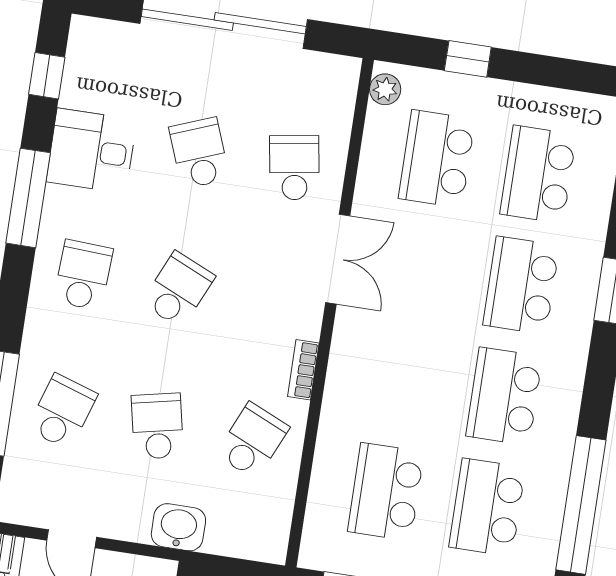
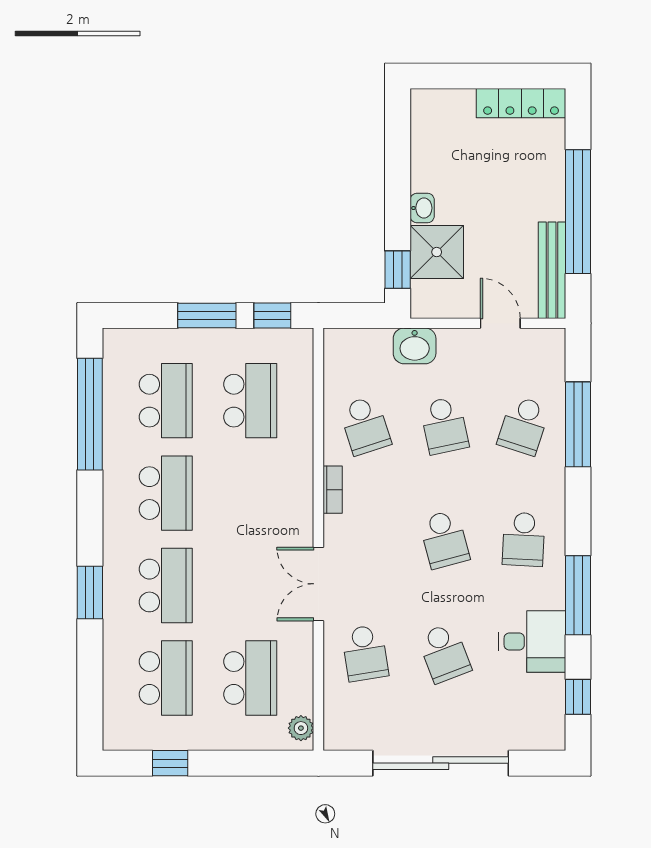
window: (468, 59) -> (170, 763), moved
school desk: (178, 290) -> (444, 539), turned -39
school desk: (253, 441) -> (365, 426), turned -42

